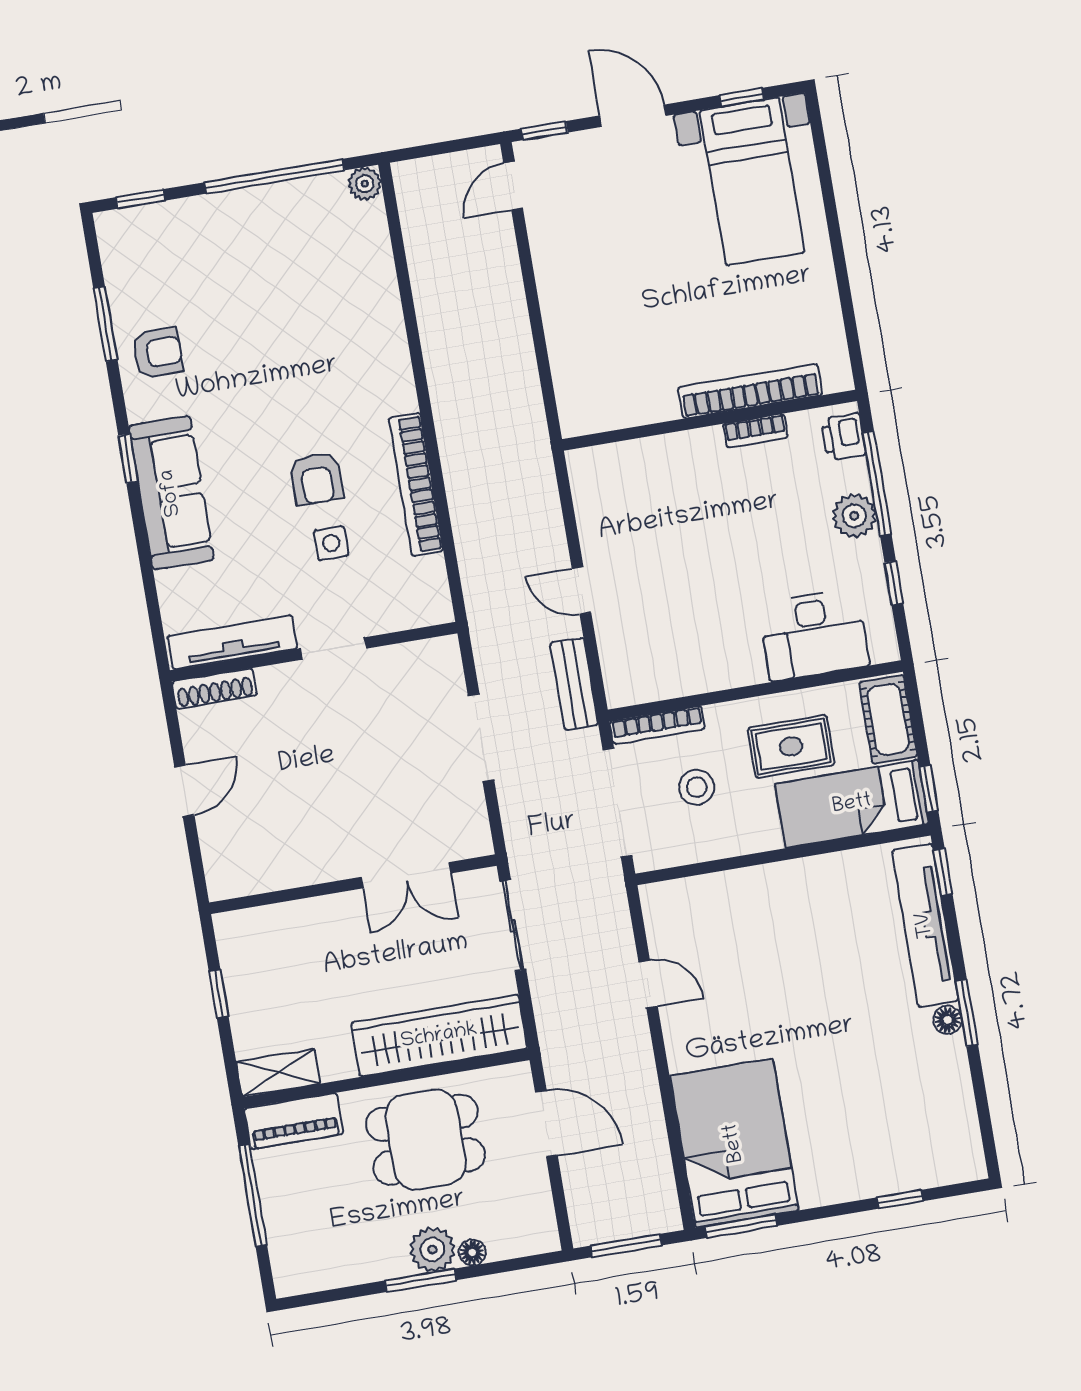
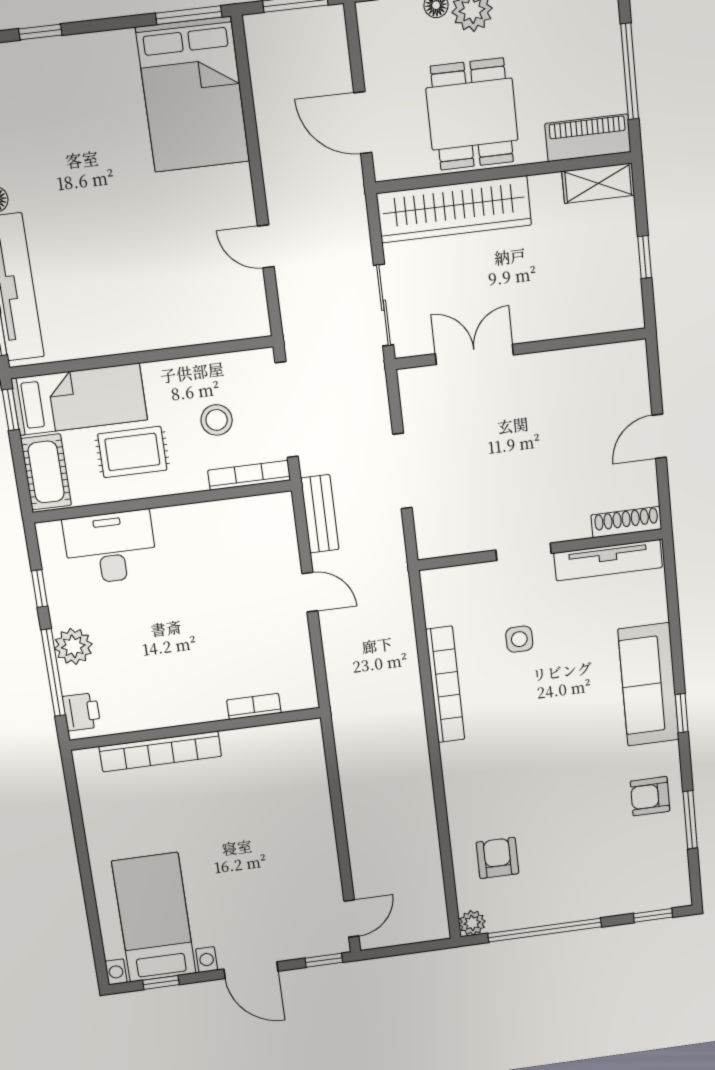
bookcase: (755, 431) -> (254, 706), moved
armchair: (317, 479) -> (497, 858), moved
dining table: (426, 1140) -> (472, 114), turned 90

